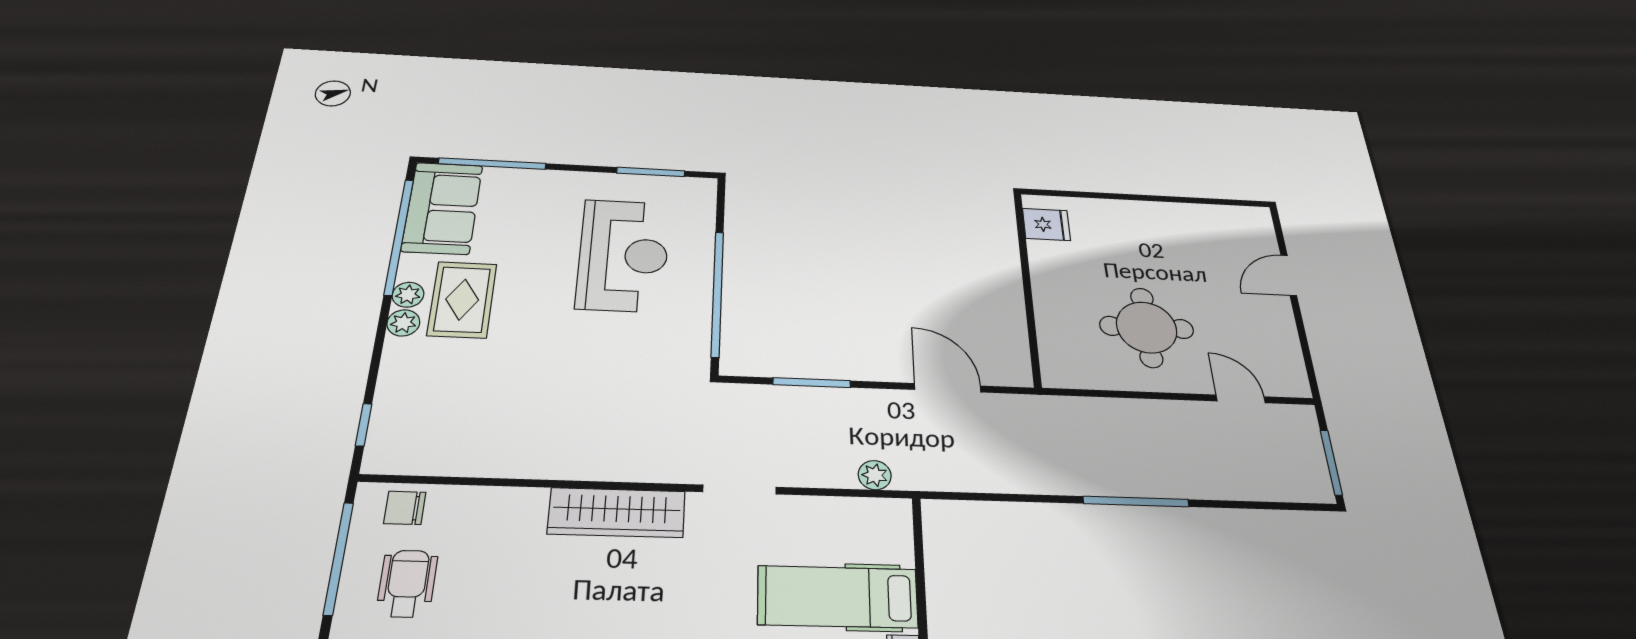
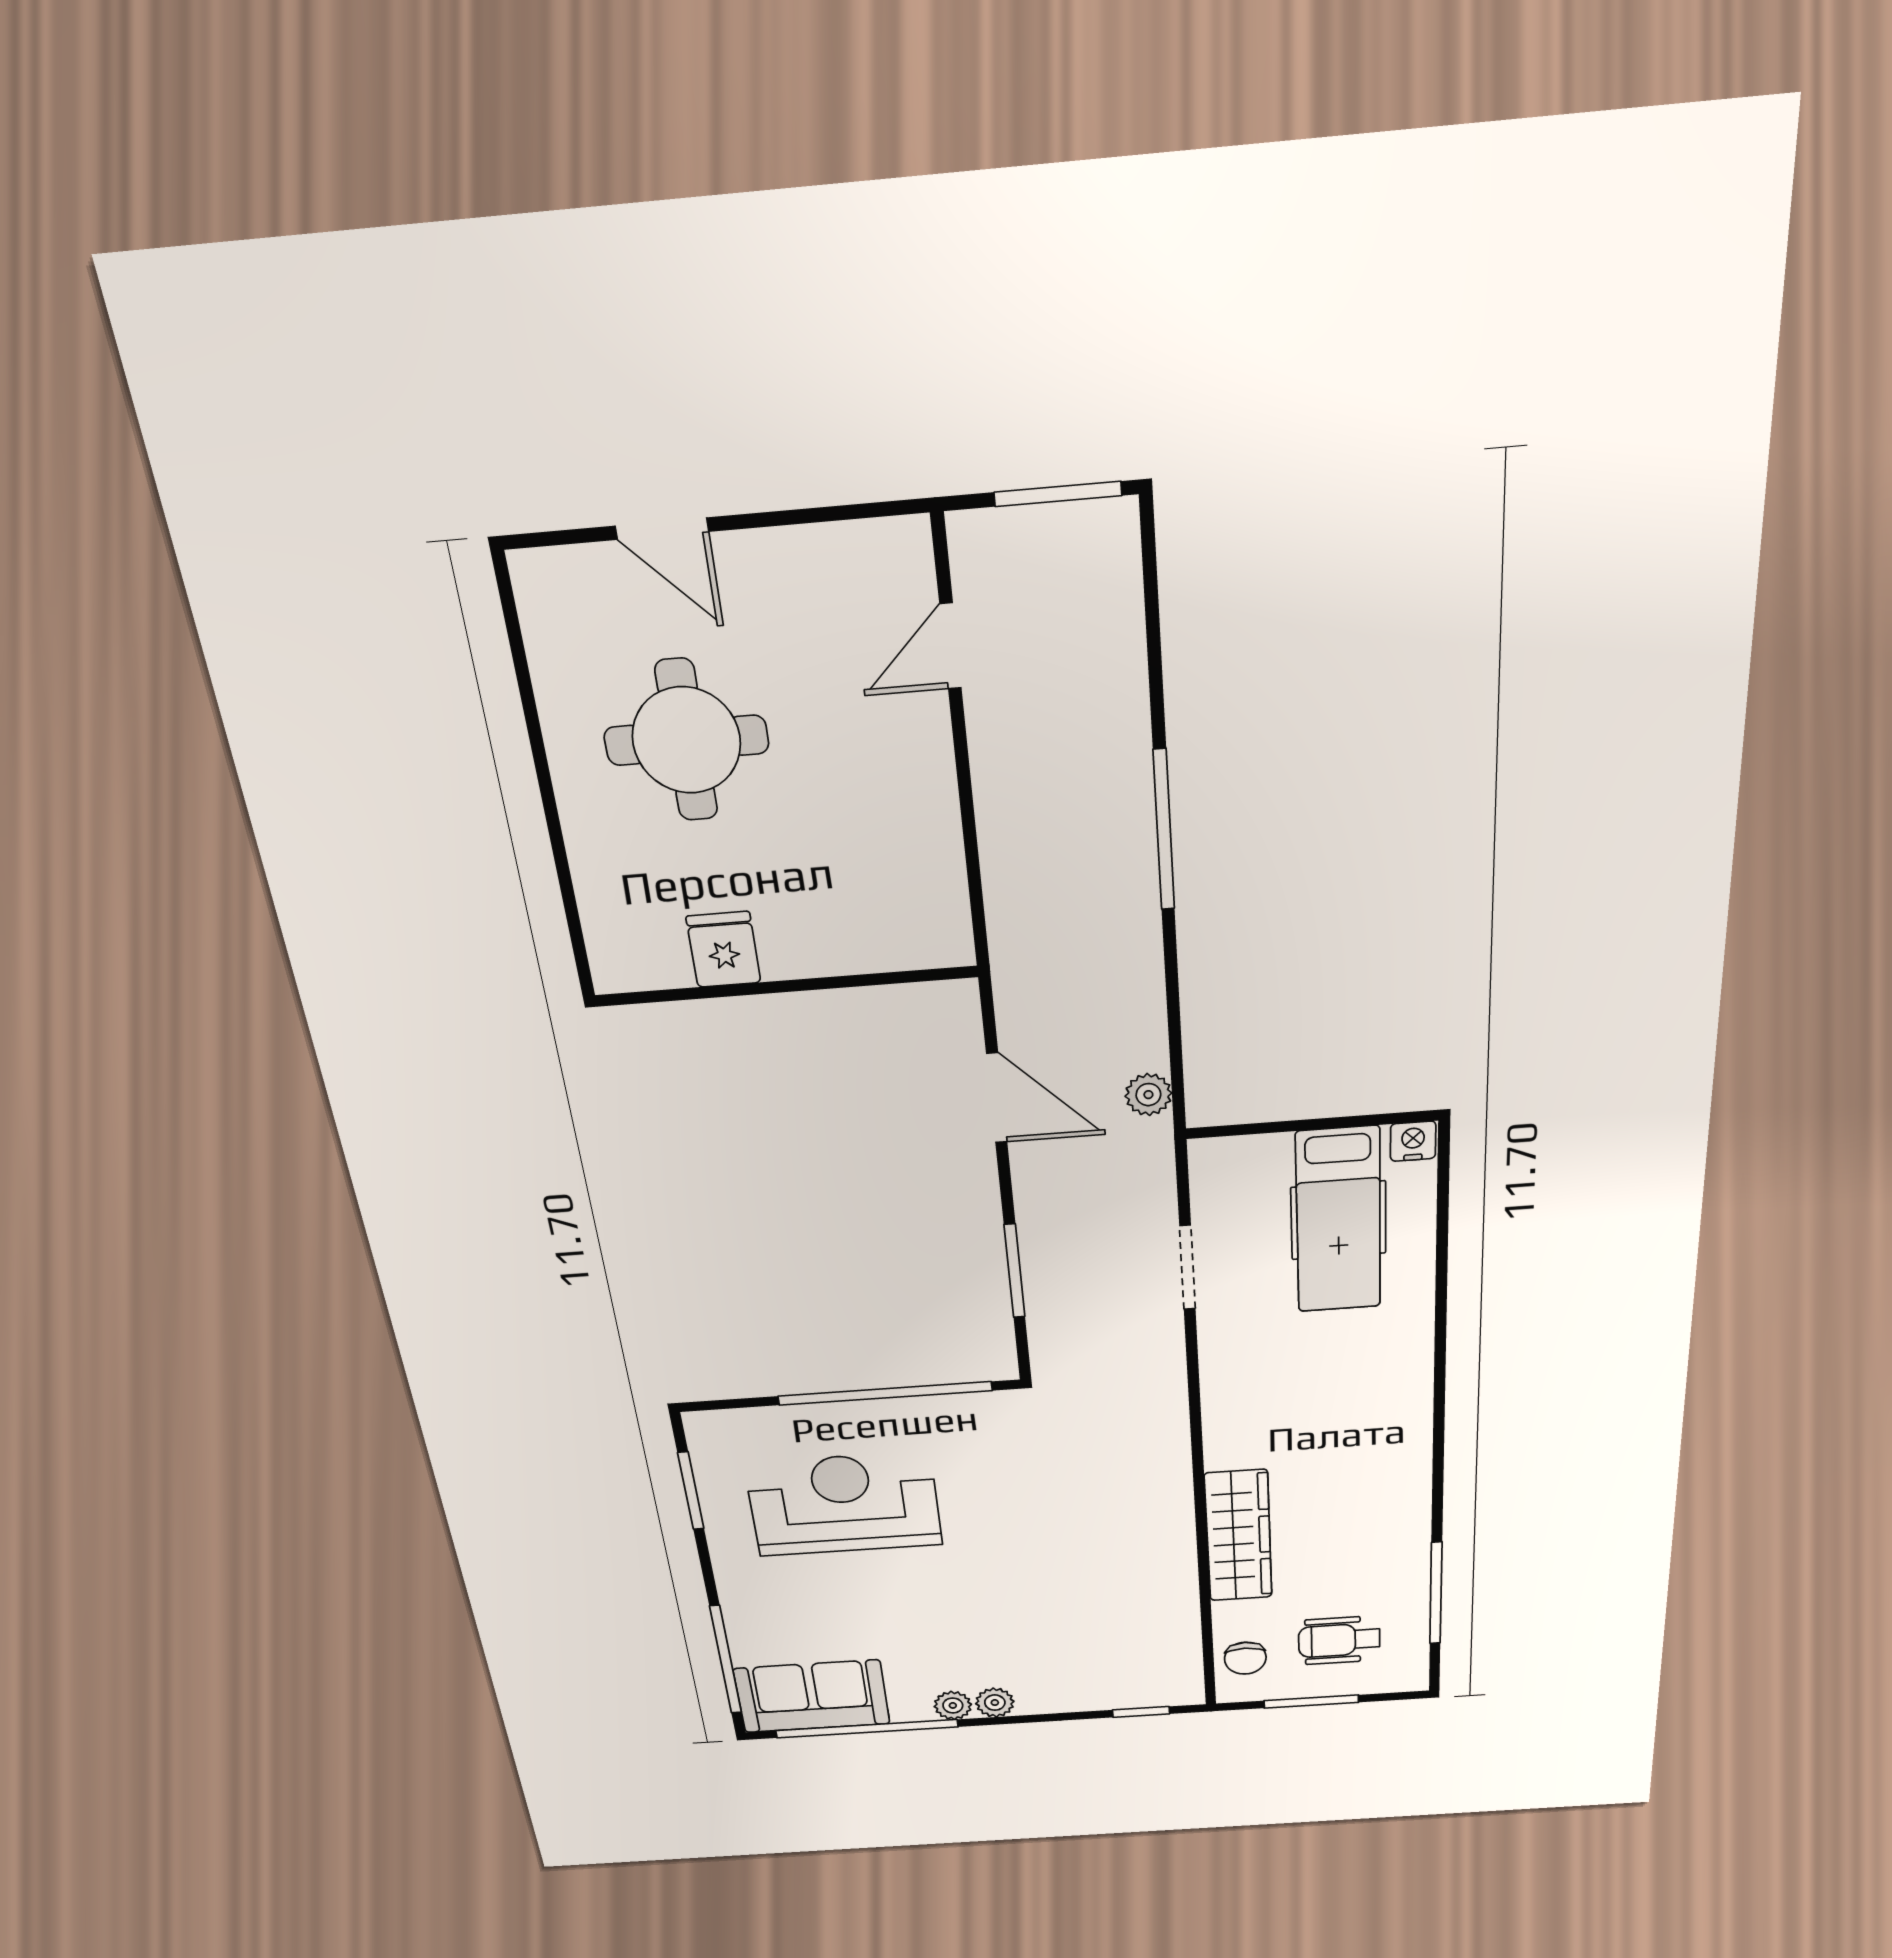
fridge: (1046, 224) -> (723, 949), moved
rug: (462, 300) -> (950, 1655), removed
round table: (1147, 327) -> (686, 740), moved
door: (948, 388) -> (997, 1098), swing flipped
plant: (875, 475) -> (1148, 1095), moved
doorway: (739, 489) -> (1187, 1268), moved
wardrobe: (617, 513) -> (1238, 1536), moved
window: (339, 558) -> (1311, 1702), width x0.69

